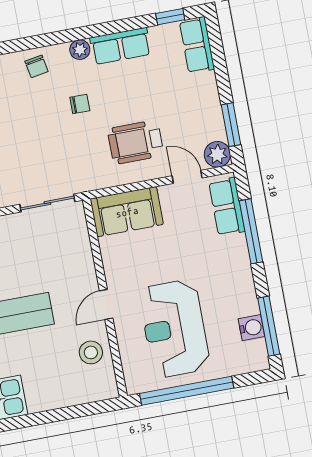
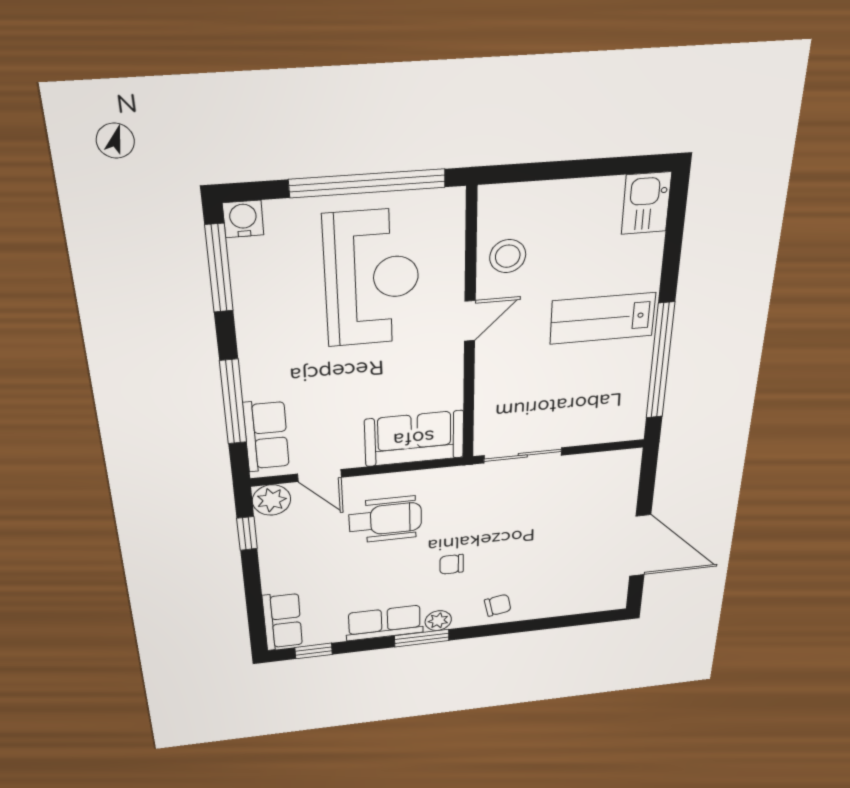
window: (89, 32) -> (422, 638), added
chair: (37, 66) -> (498, 605), turned 89
window: (231, 125) -> (247, 533), width x0.67
water cooler: (251, 328) -> (243, 219), moved, turned 90

